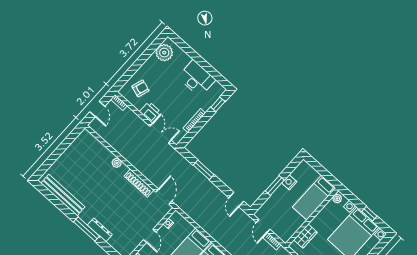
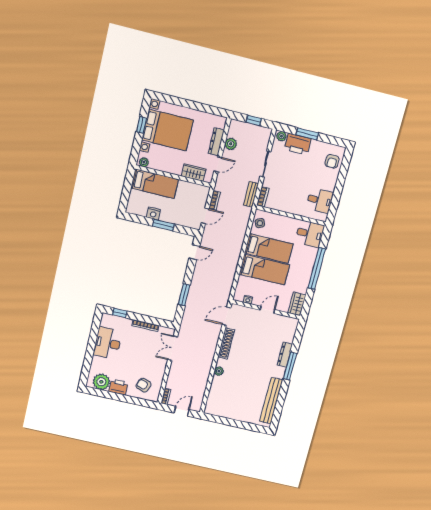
printer: (150, 112) -> (118, 387), moved, turned 90

